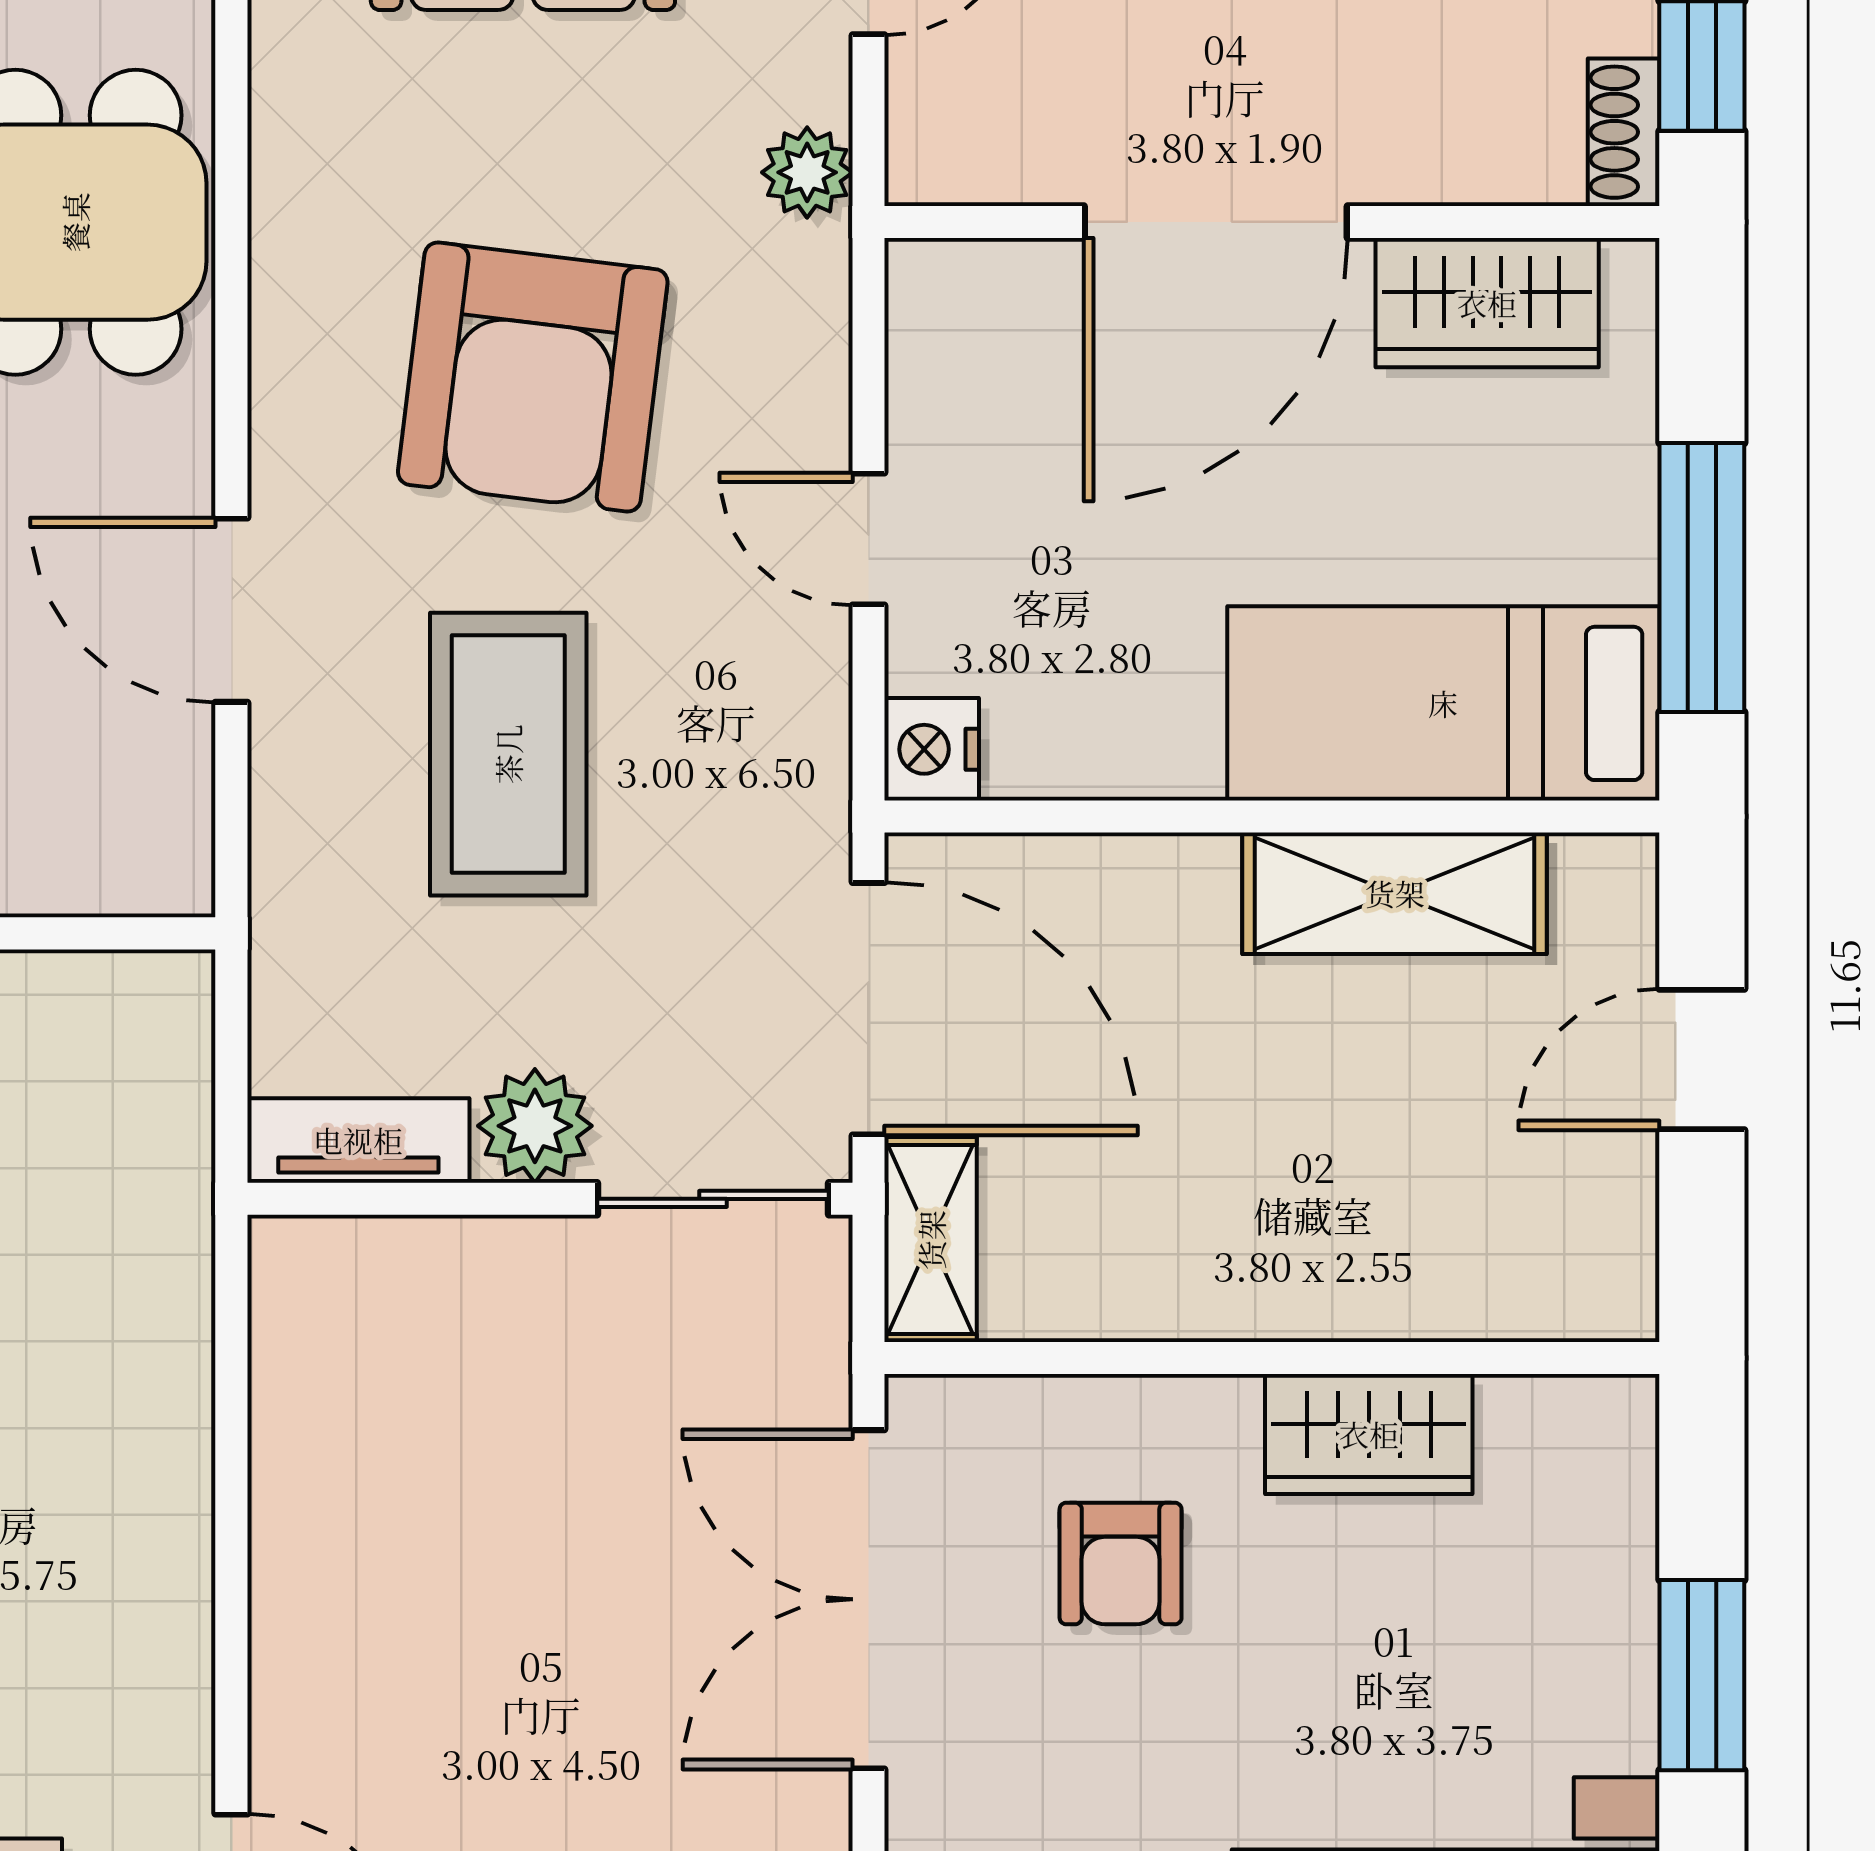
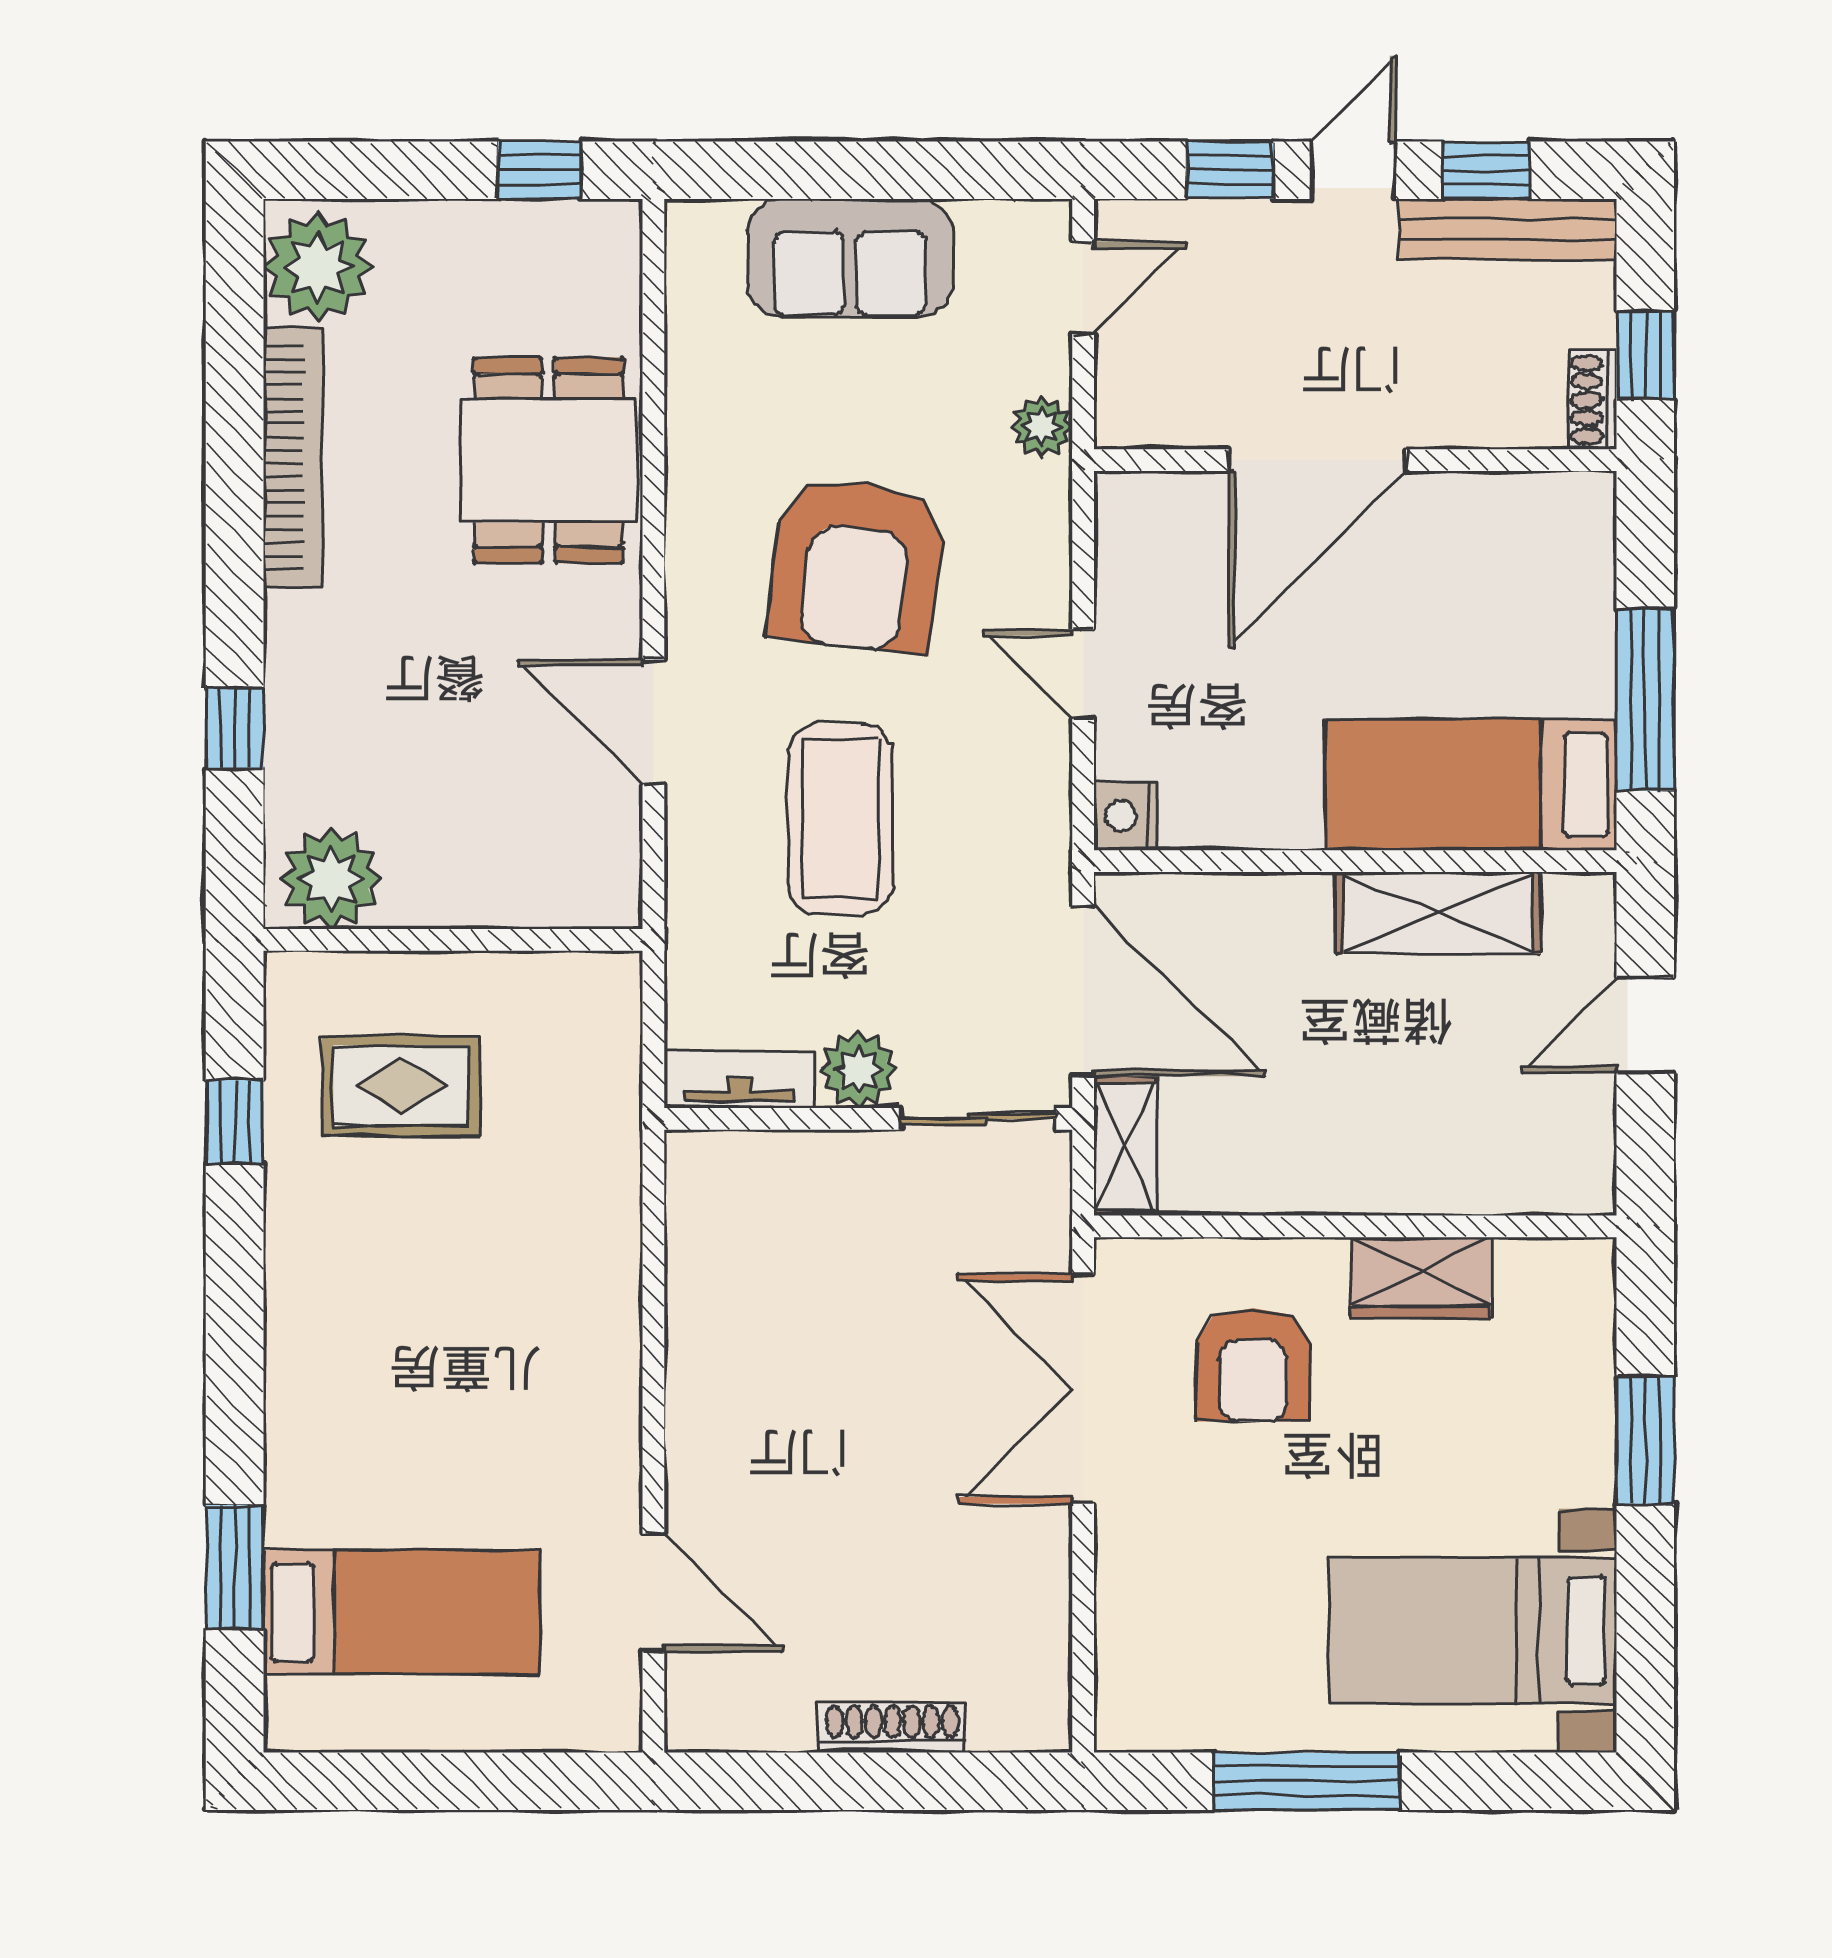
wardrobe: (1487, 303) -> (1500, 515), removed
armchair: (1121, 1564) -> (1253, 1365), width x1.38, depth x1.38

